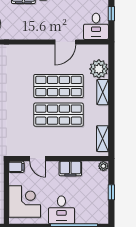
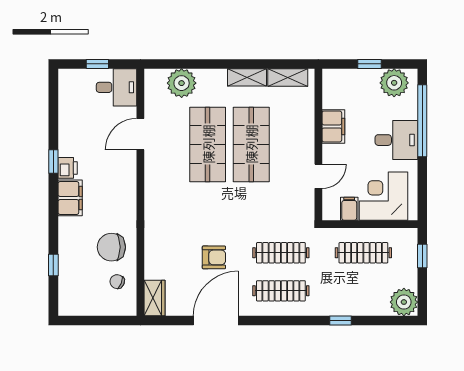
door: (65, 42) -> (140, 134), swing flipped
shelving: (103, 92) -> (247, 77), moved
plant: (103, 166) -> (394, 83), moved, width x1.87, depth x1.87
filing cabinet: (16, 167) -> (349, 209), moved

